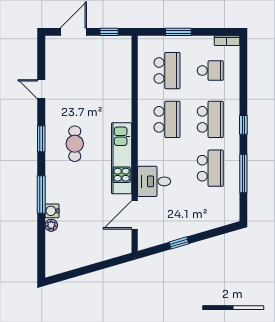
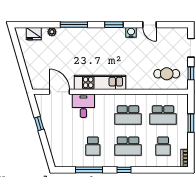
door: (41, 89) -> (149, 25), swing flipped
cafe table: (75, 144) -> (167, 74), moved
school desk: (210, 168) -> (93, 146), width x0.54
water cooler: (52, 211) -> (131, 32), moved
fridge: (54, 250) -> (34, 34), added

